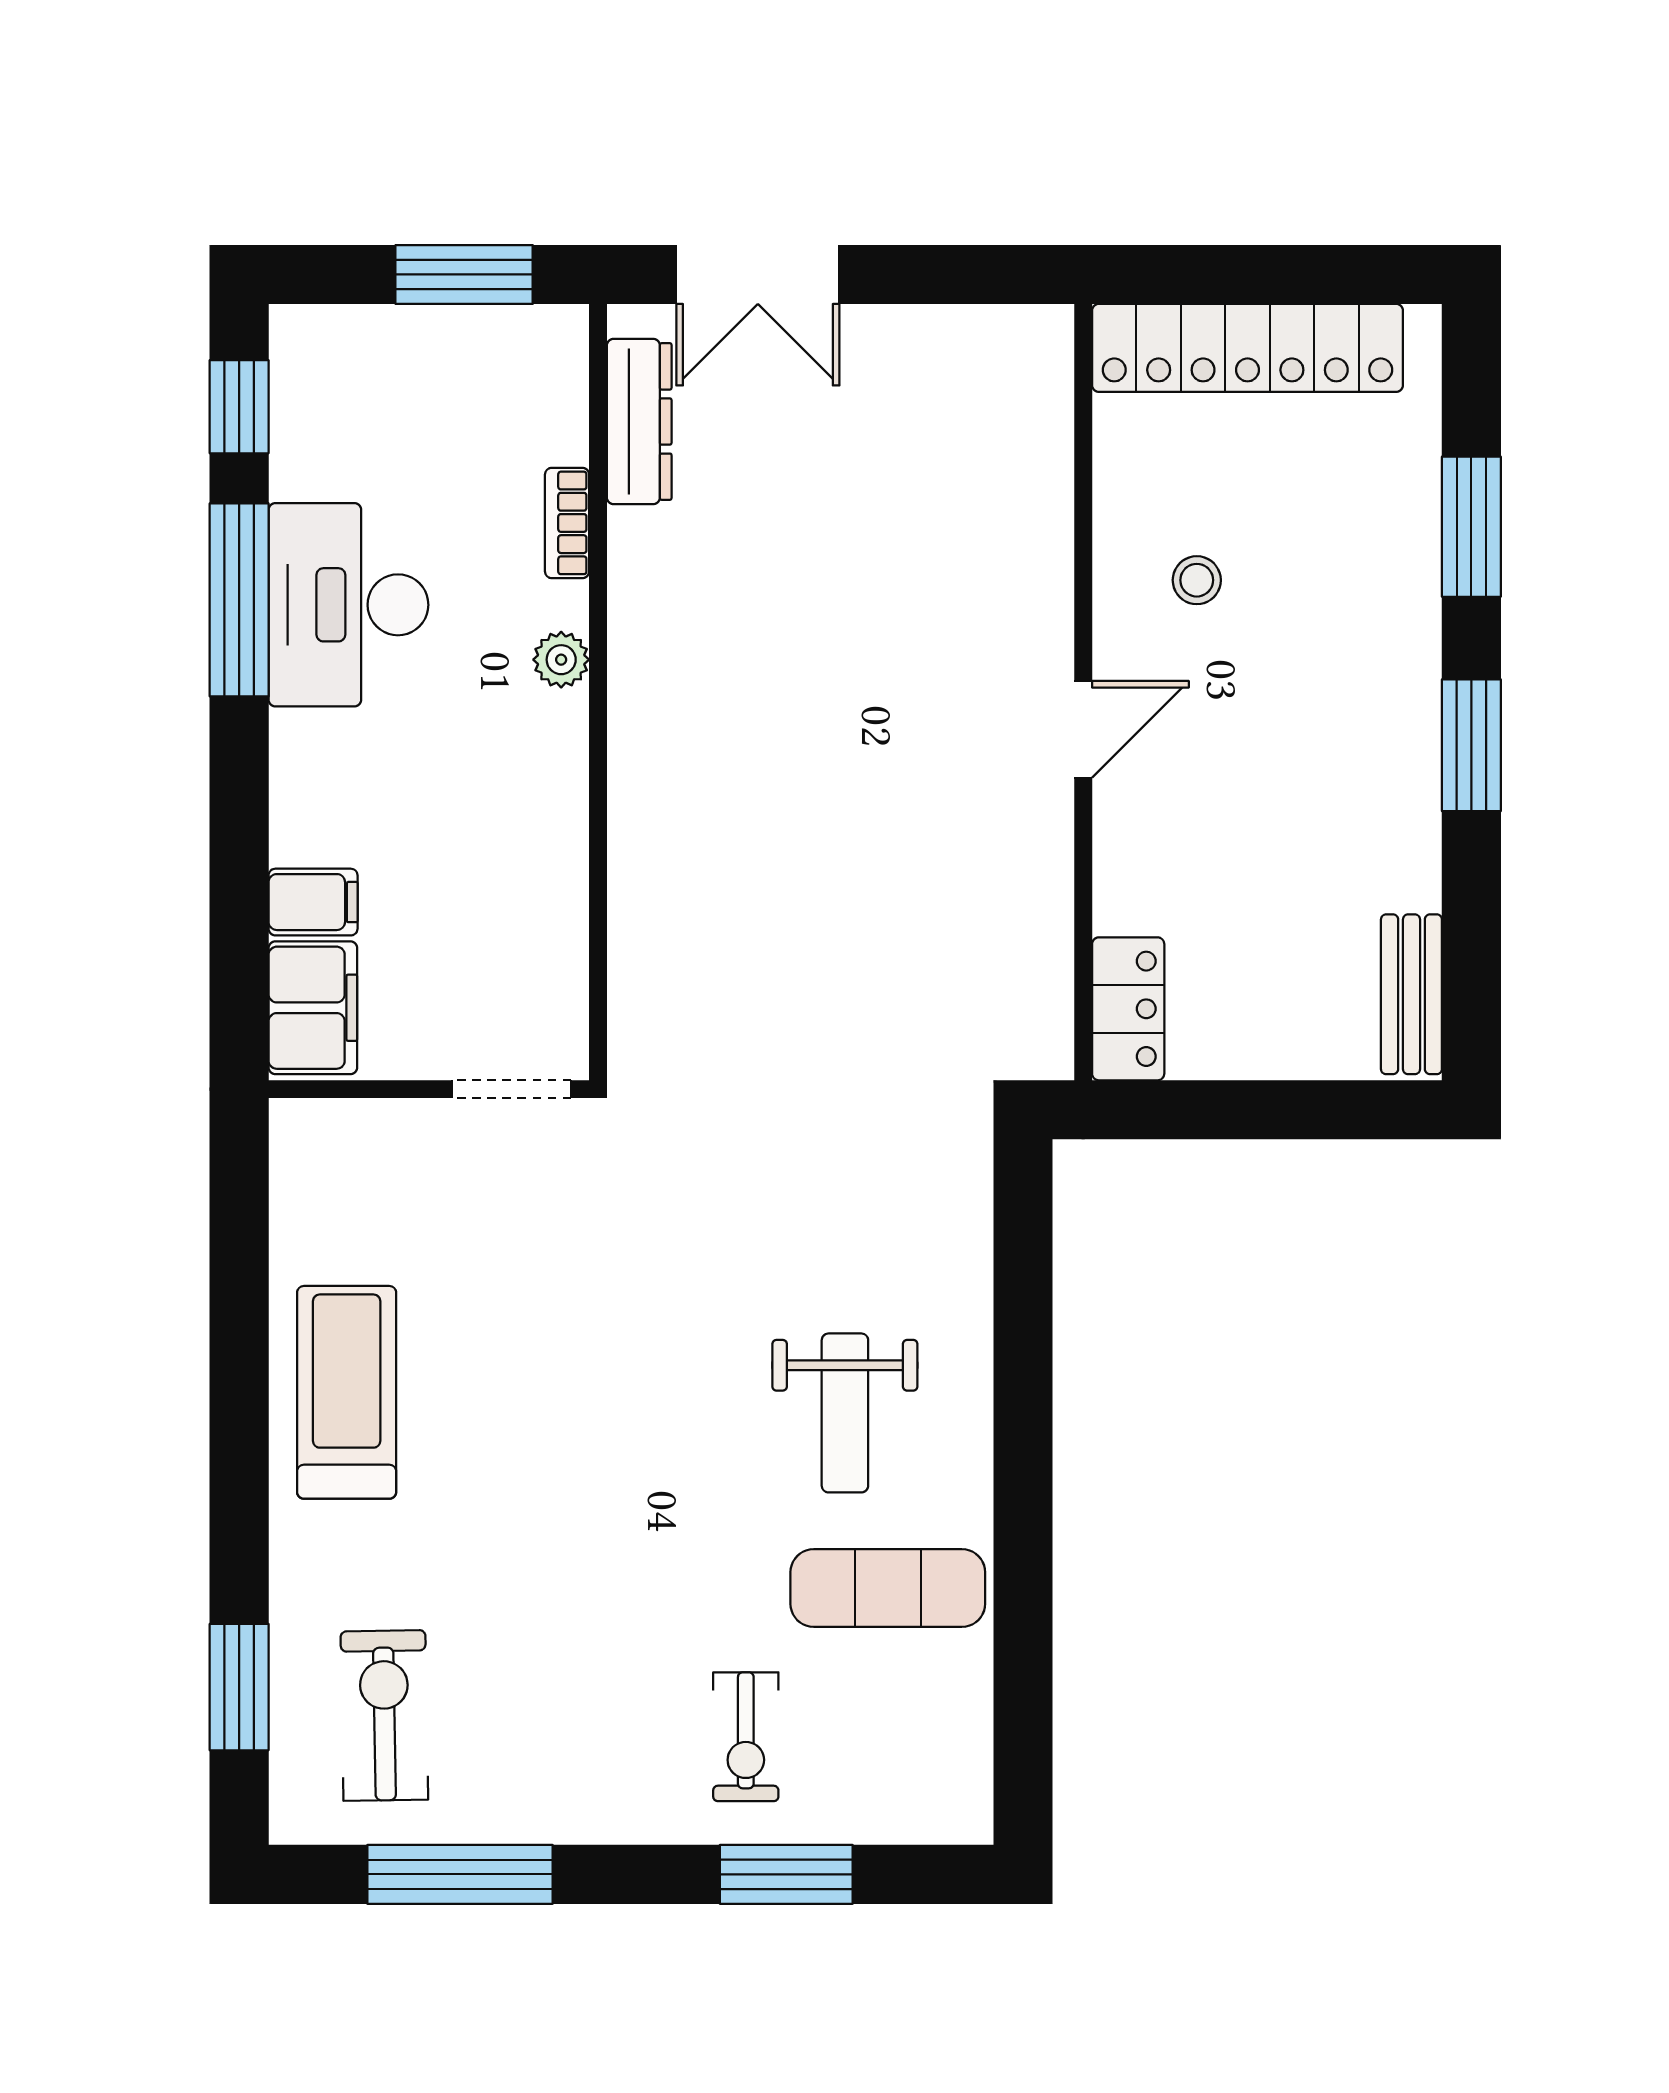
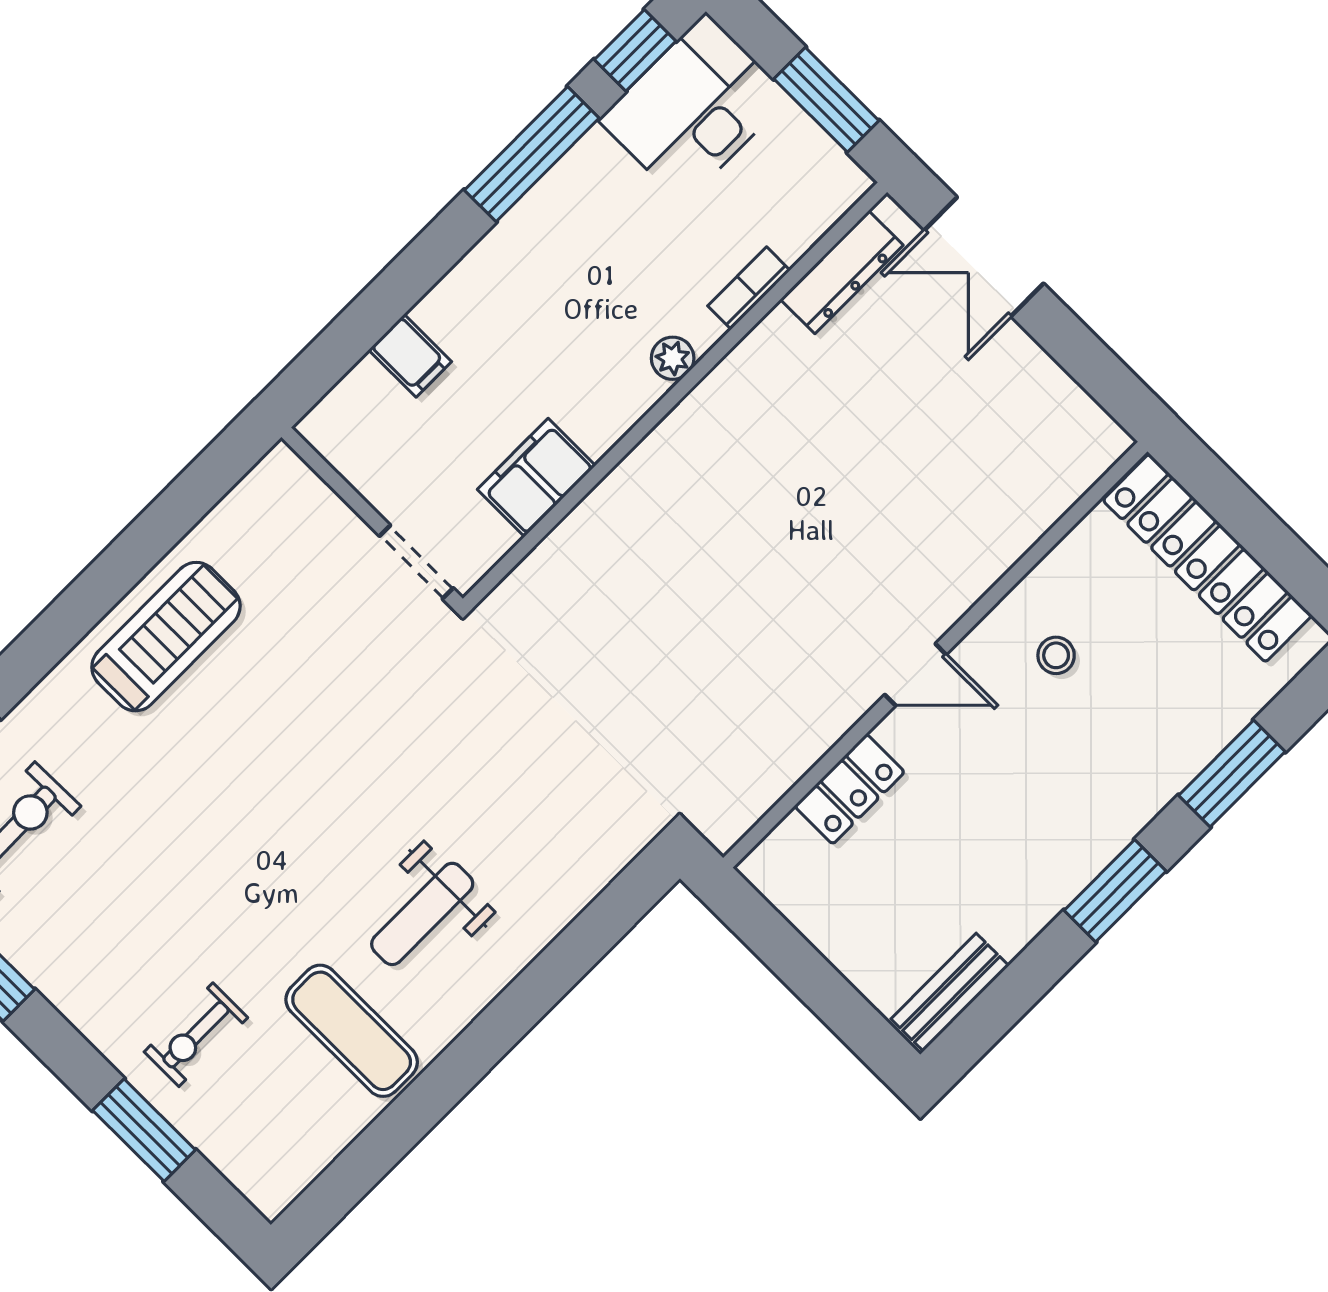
desk: (348, 605) -> (694, 108), moved
filing cabinet: (313, 1008) -> (536, 477), moved, turned 180
locker: (1128, 1009) -> (850, 789), moved

